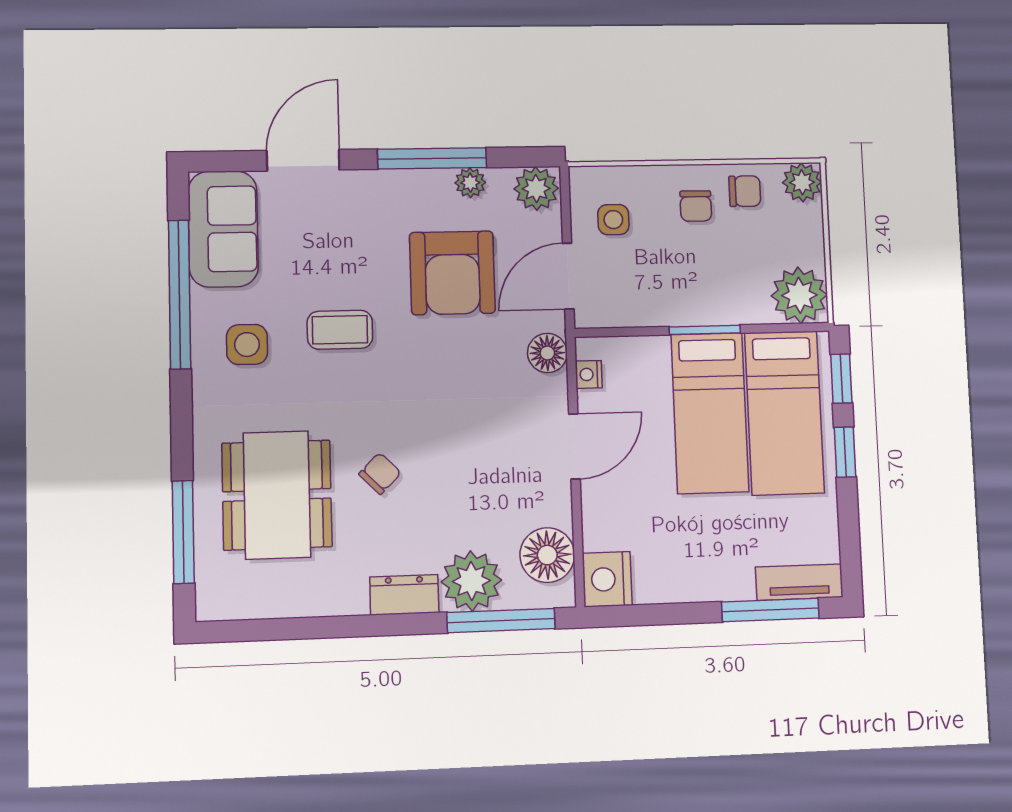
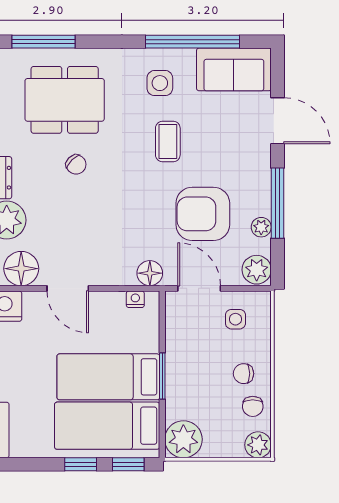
door: (574, 446) -> (68, 288), moved

